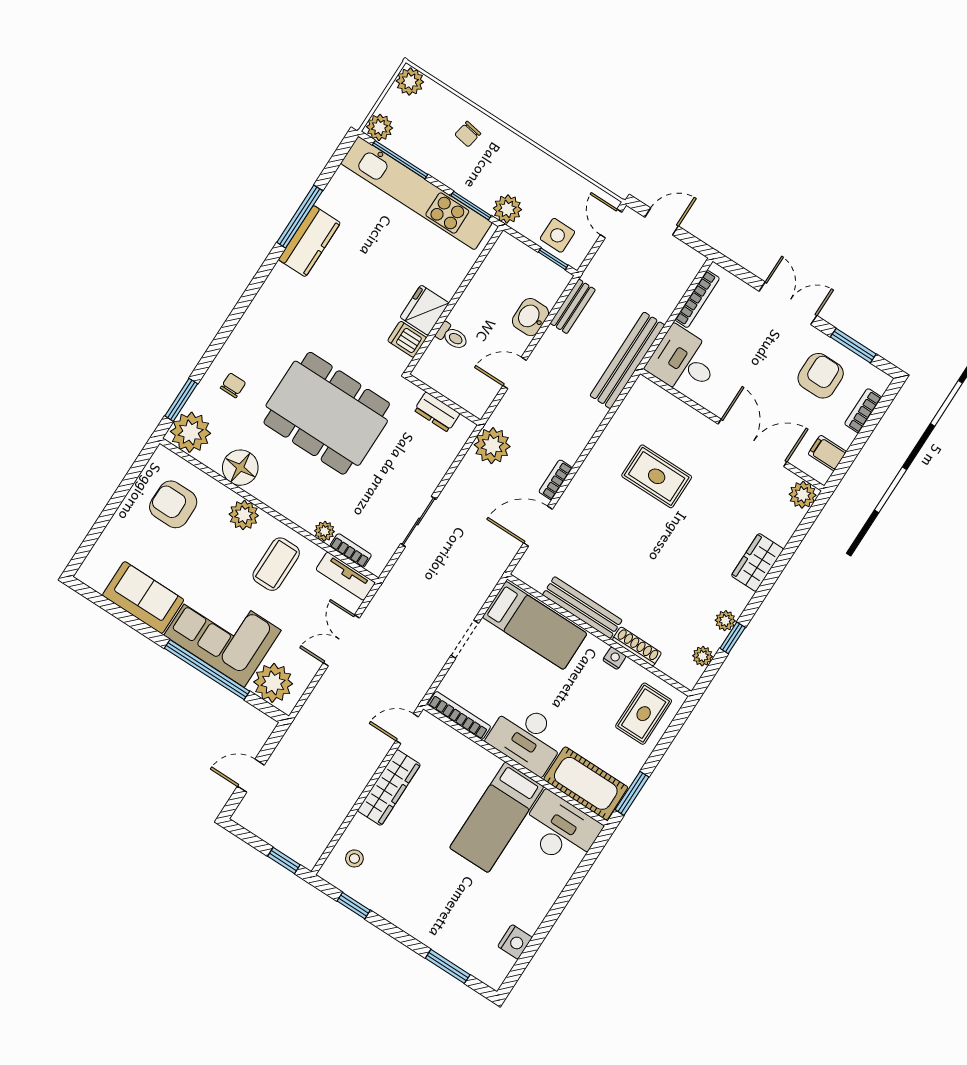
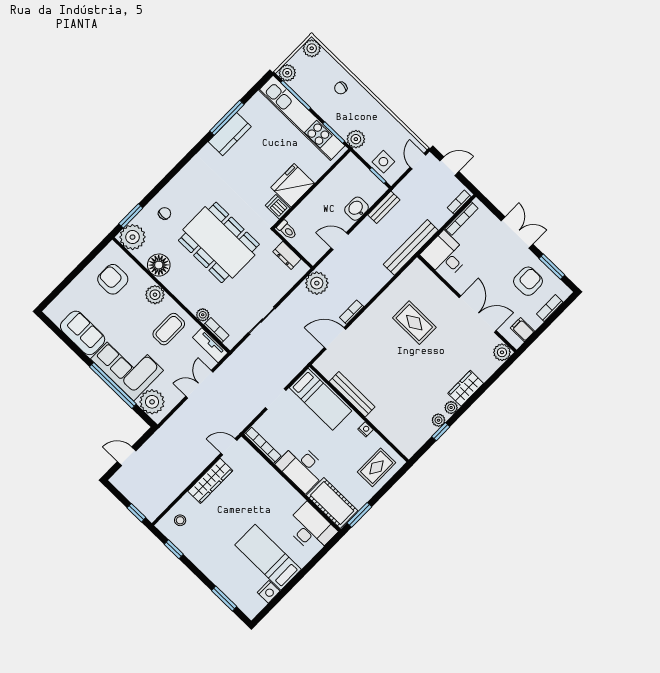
bookcase: (688, 274) -> (459, 202), added
fridge: (425, 310) -> (293, 185), width x1.36, depth x1.34
toilet: (452, 336) -> (287, 230), moved
shoe rack: (637, 646) -> (381, 425), removed
plant: (703, 656) -> (451, 408), moved
bed: (497, 817) -> (268, 557), moved, turned 90

